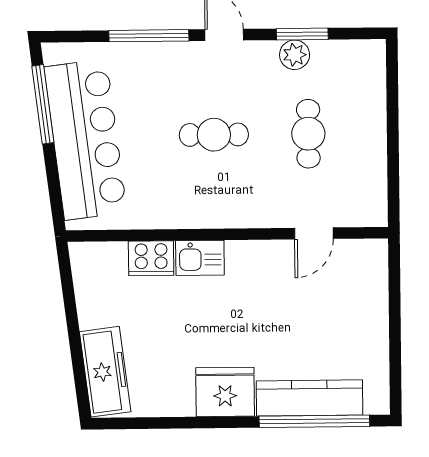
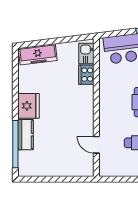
kitchen sink: (200, 258) -> (86, 54), moved
kitchen counter: (309, 398) -> (25, 135), width x0.67

